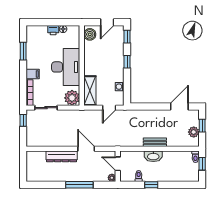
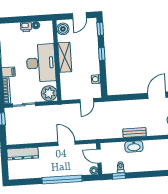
shelving: (90, 91) -> (65, 57), moved
dresser: (62, 156) -> (23, 154), moved
window: (79, 185) -> (62, 180), width x1.46
window: (151, 185) -> (119, 176), moved

